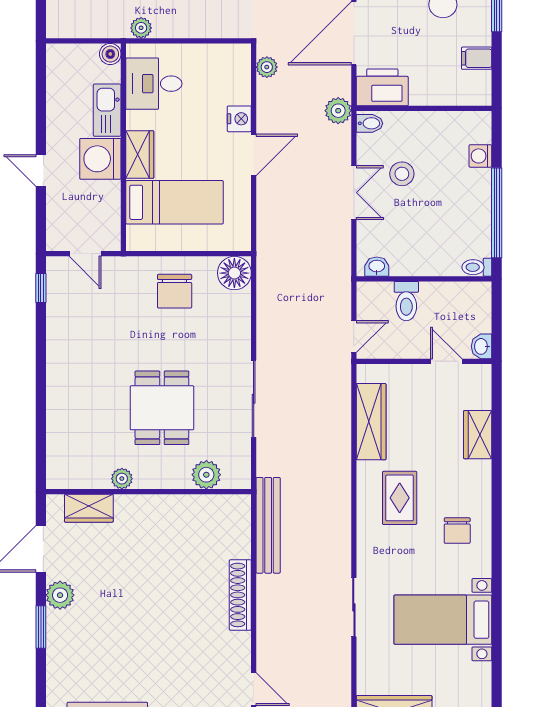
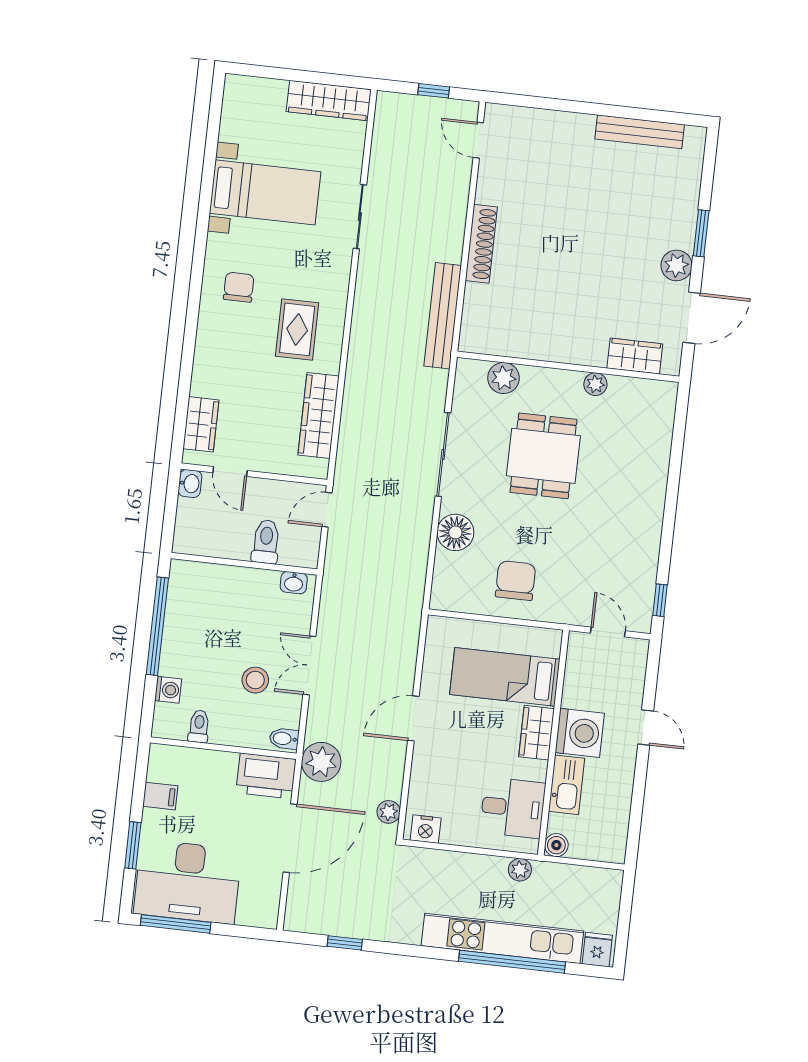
plant: (338, 111) -> (321, 762), width x1.36, depth x1.36
nightstand: (239, 119) -> (426, 829), moved, turned -90
toilet: (477, 267) -> (199, 726), moved, turned -90
floor lamp: (234, 273) -> (455, 532), moved
wardrobe: (478, 435) -> (201, 424), moved

